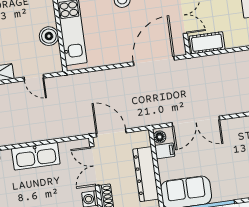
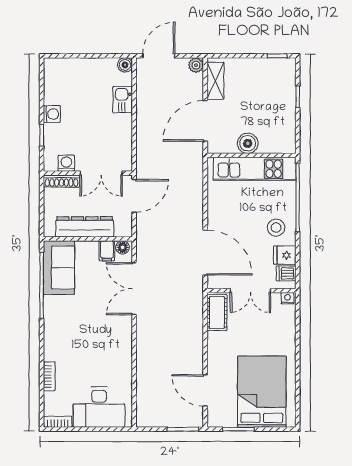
door: (34, 78) -> (205, 121), width x1.87
kitchen sink: (36, 156) -> (123, 100), width x0.53, depth x0.81
double door: (95, 166) -> (101, 173), swing flipped

